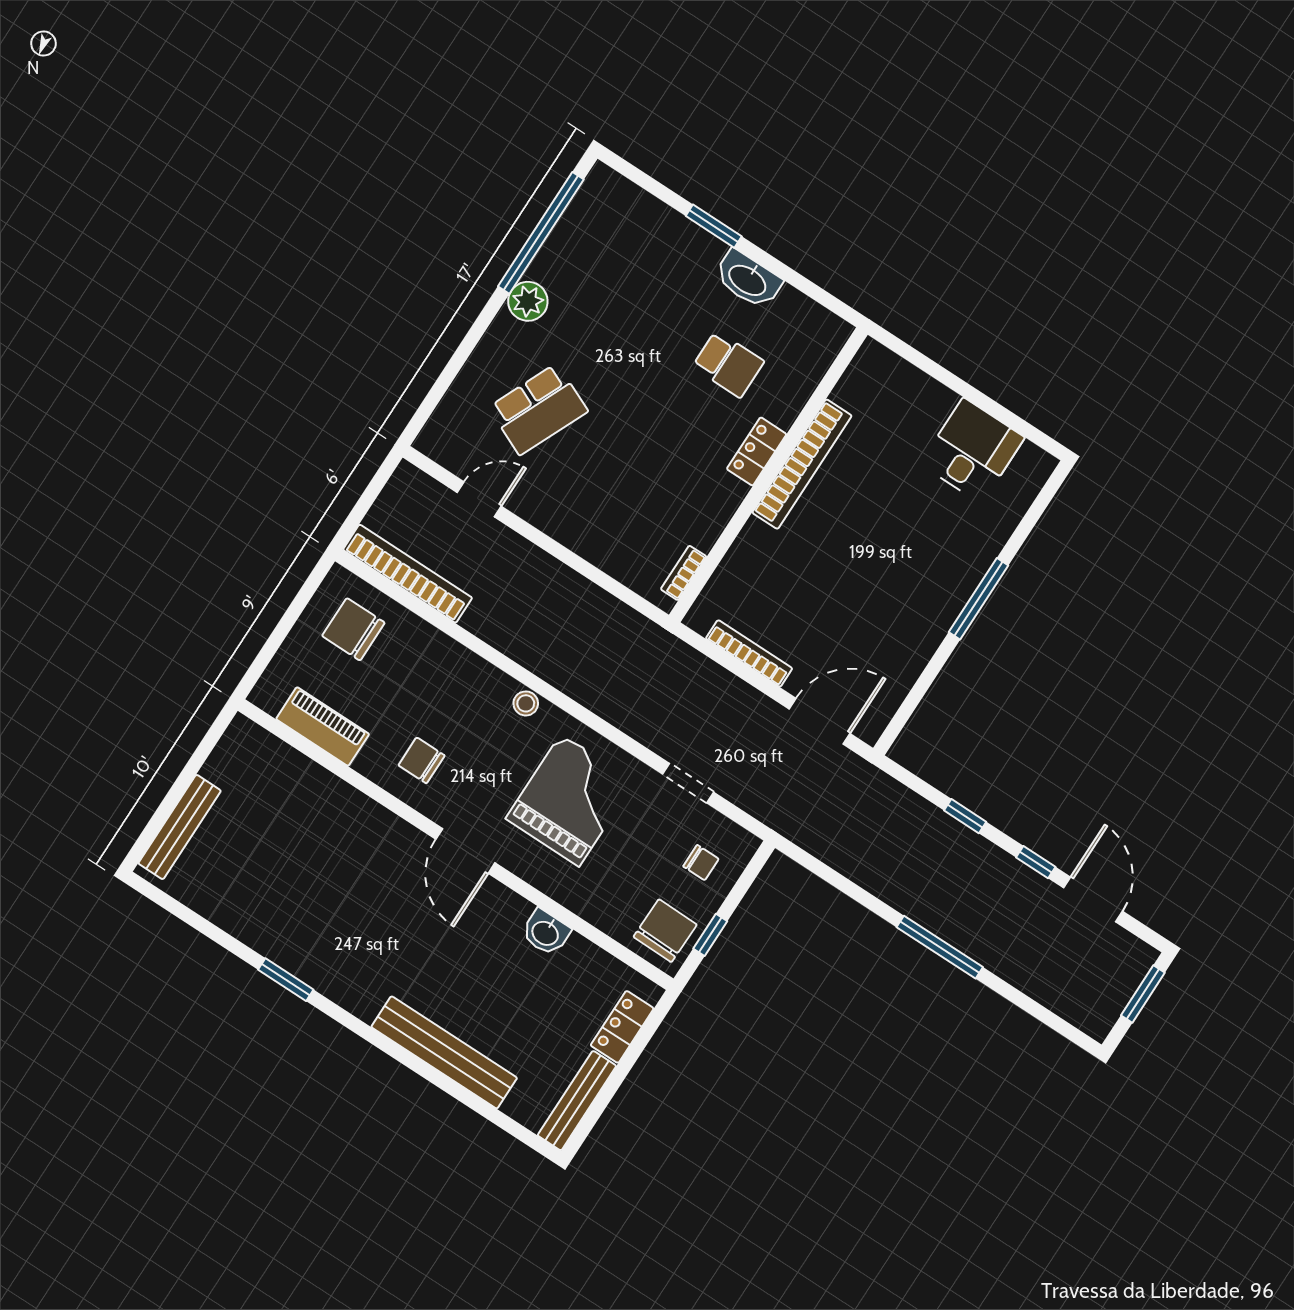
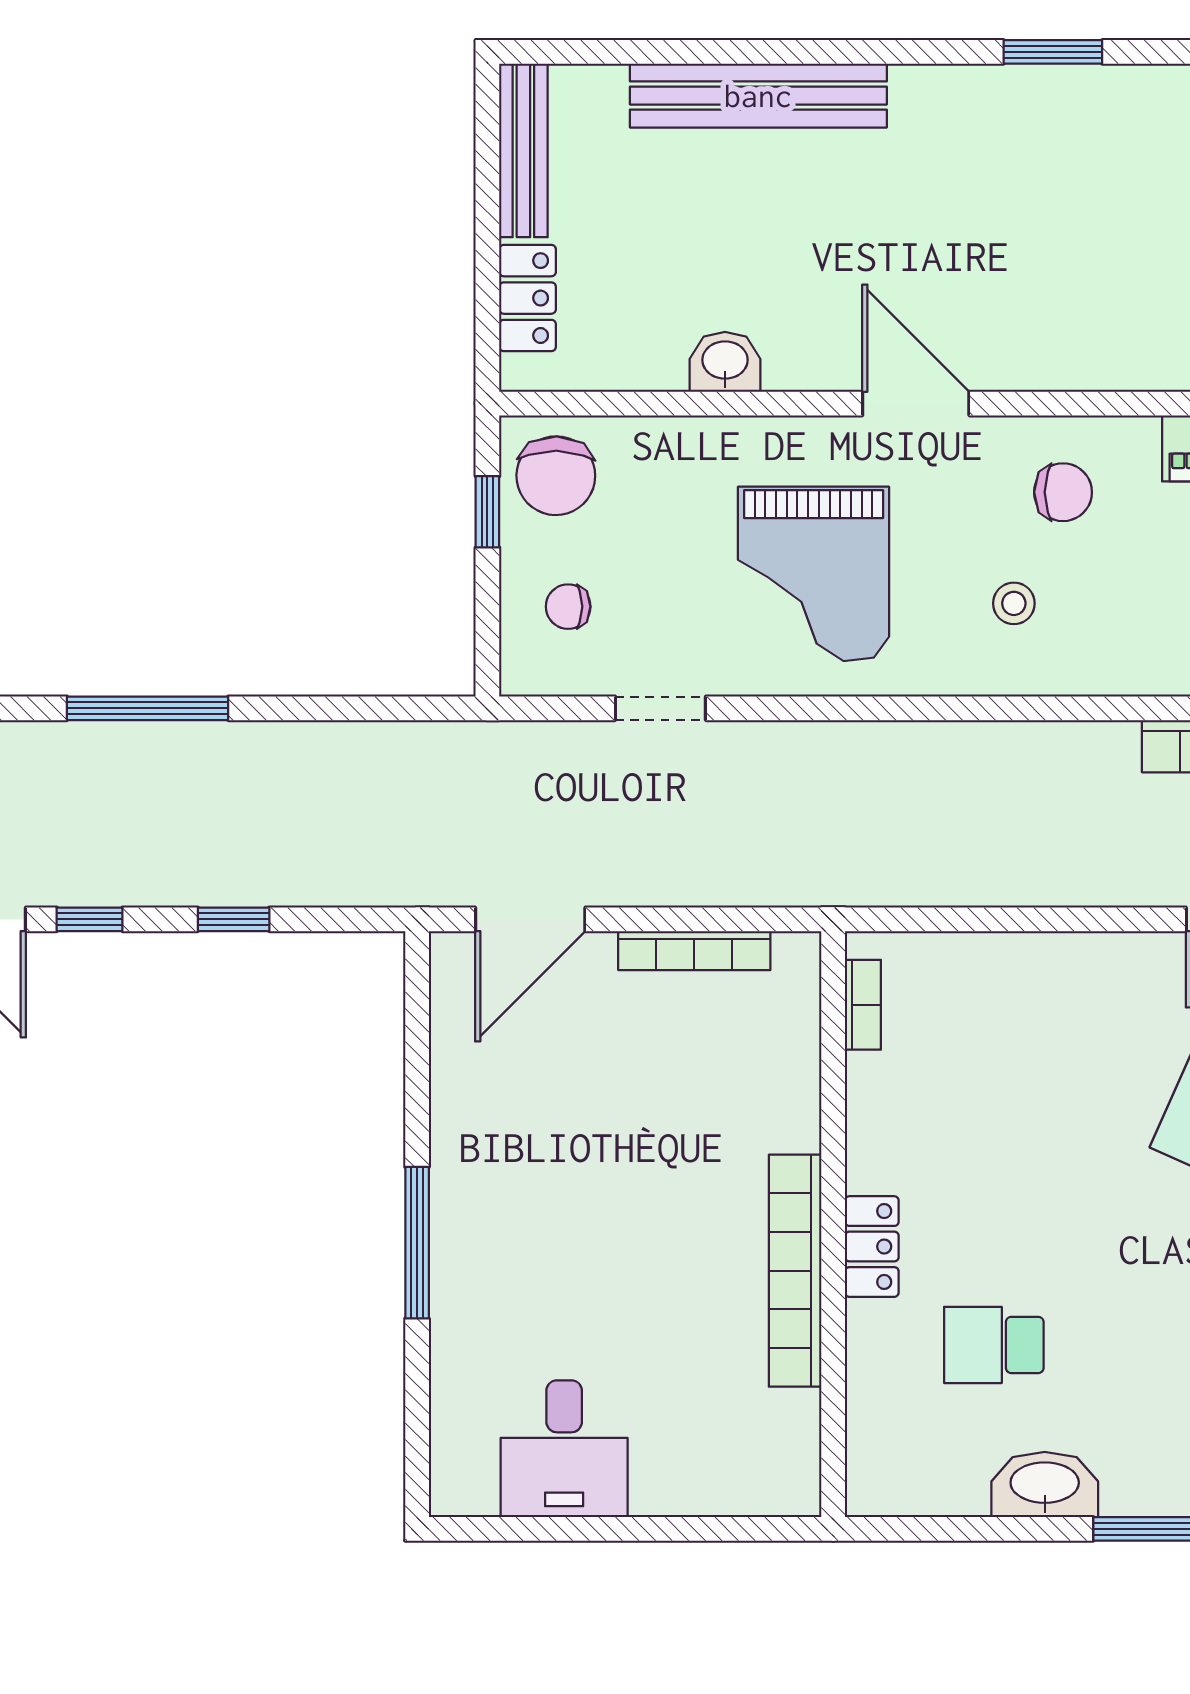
stool: (526, 703) -> (1014, 603), moved

